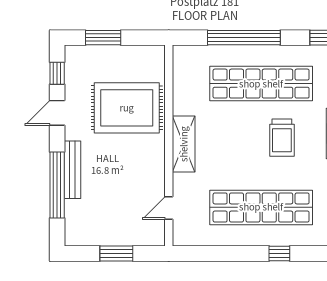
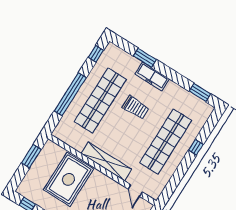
window: (103, 38) -> (31, 156), moved
shelving: (184, 144) -> (106, 161), width x1.47

